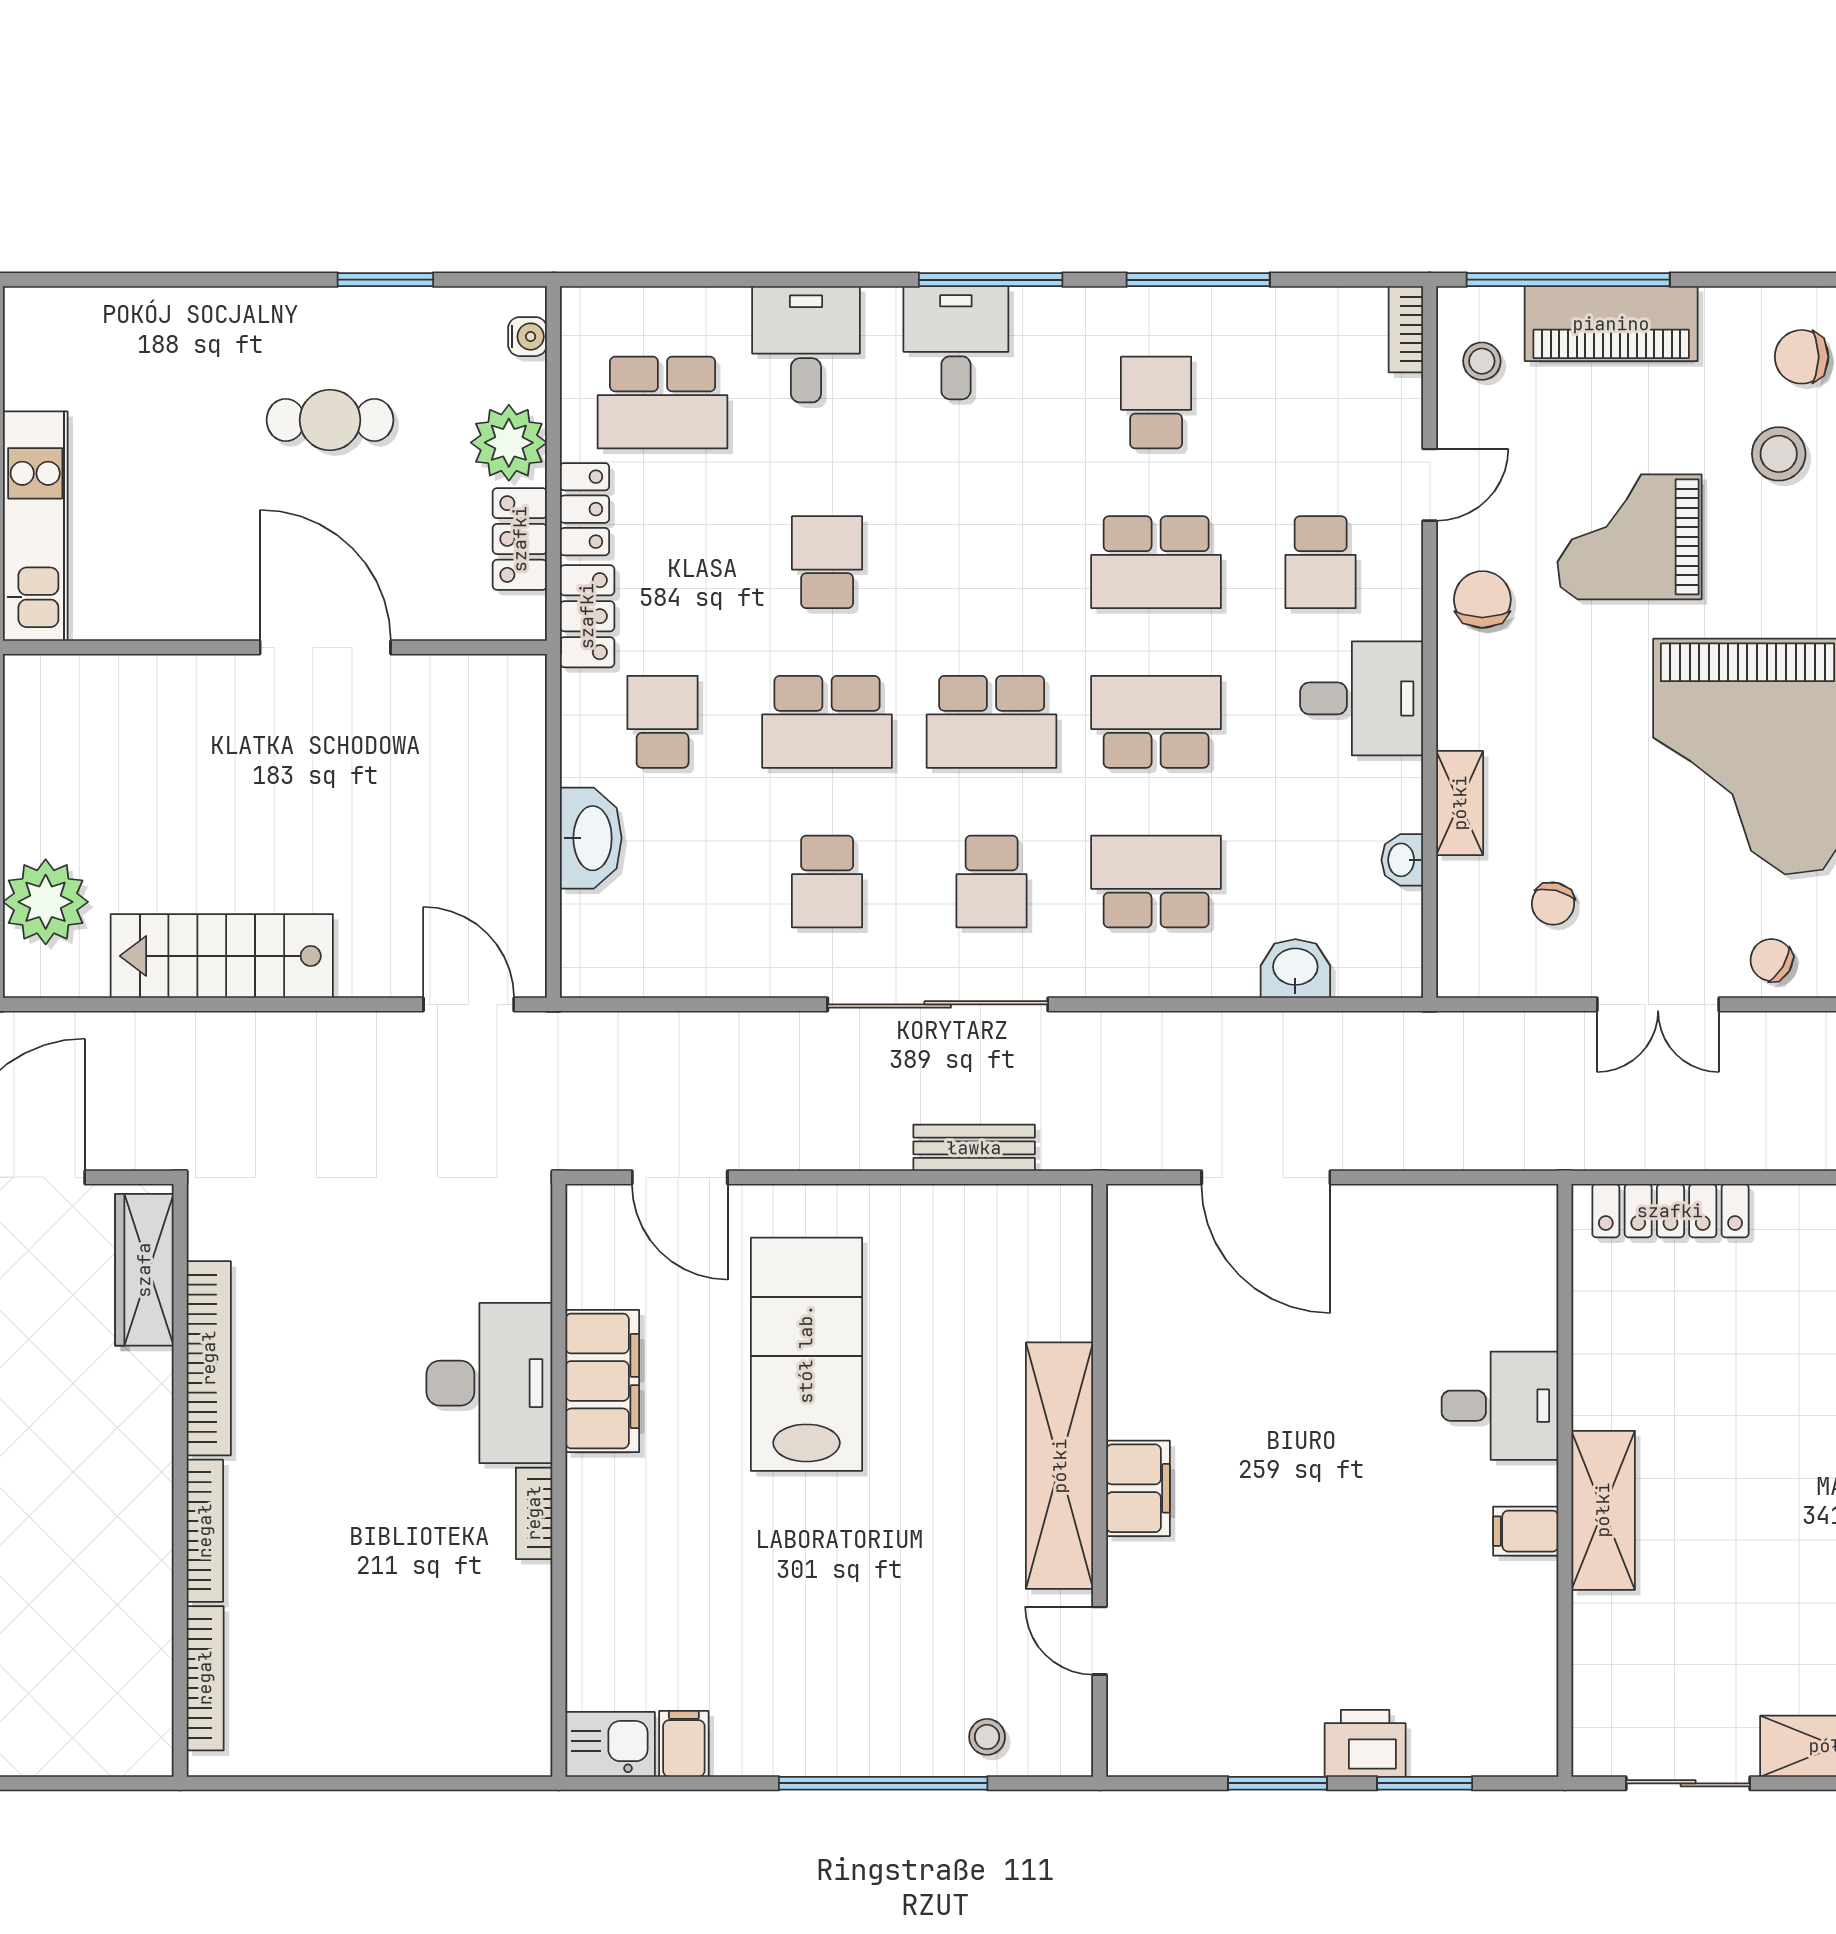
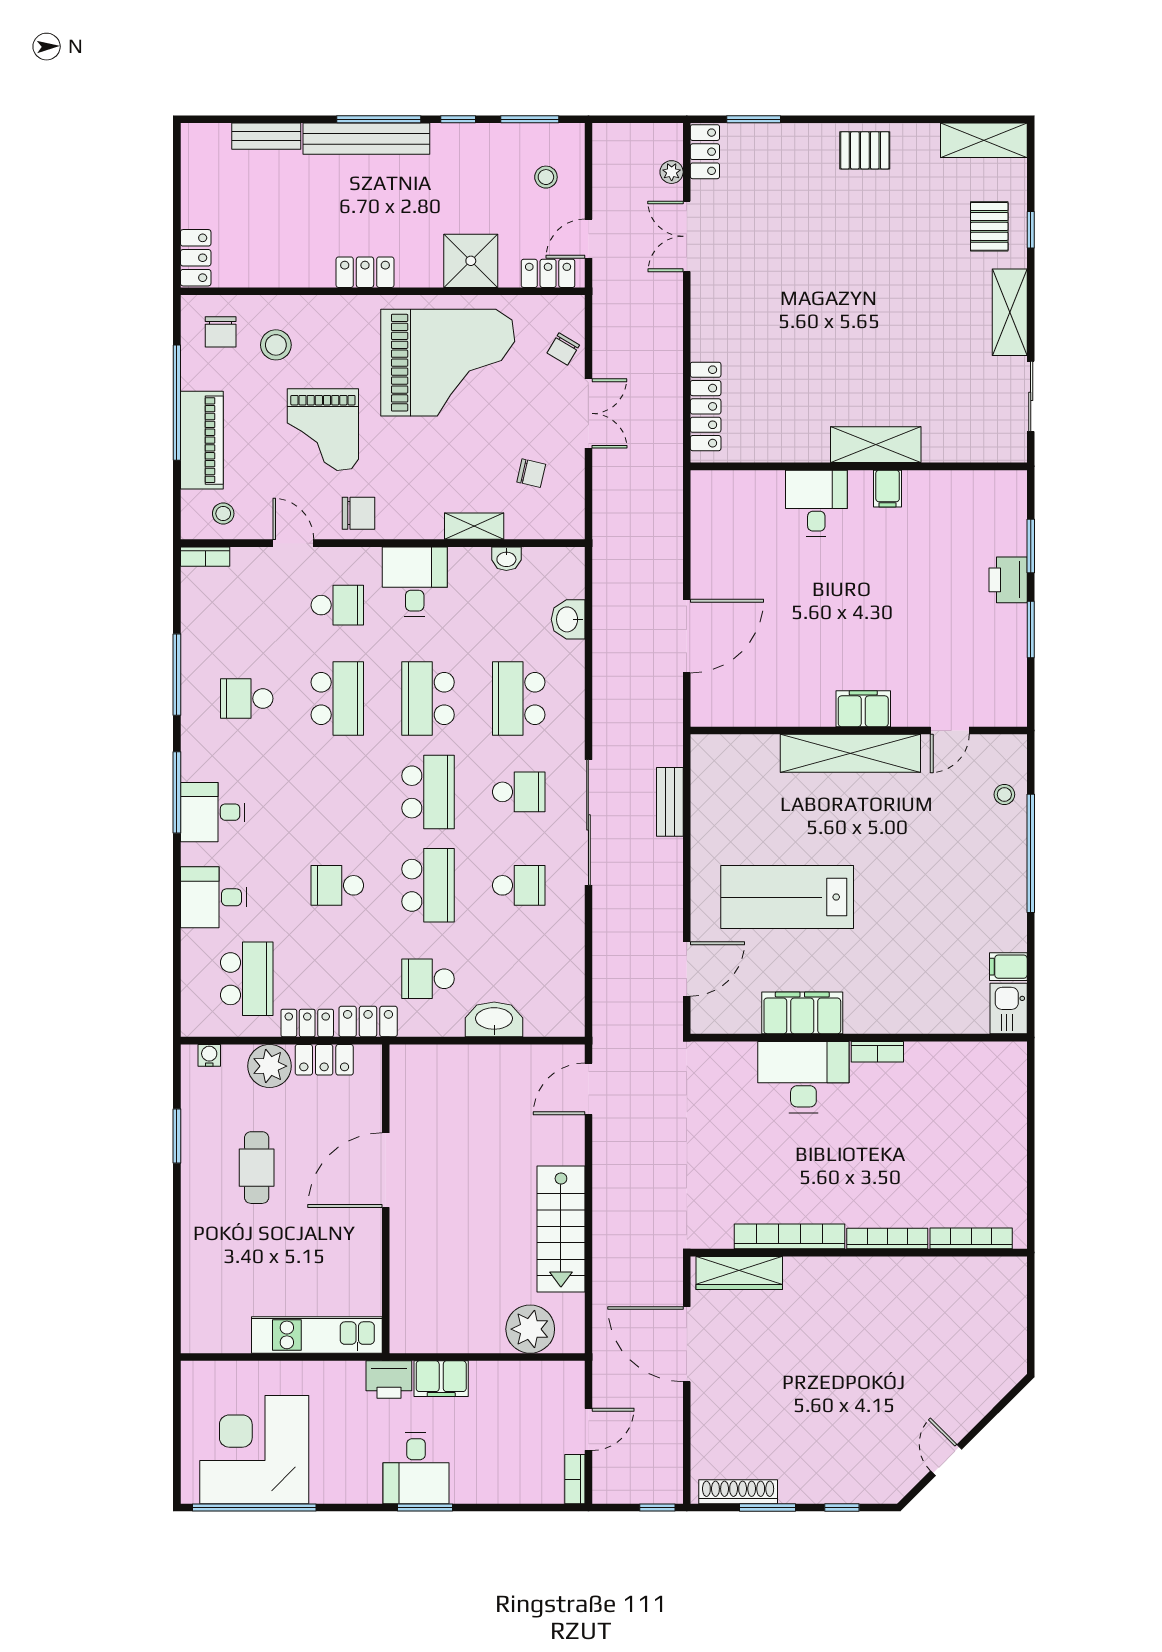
window: (1568, 280) -> (177, 403), moved
chair: (1482, 600) -> (359, 513), turned 180

